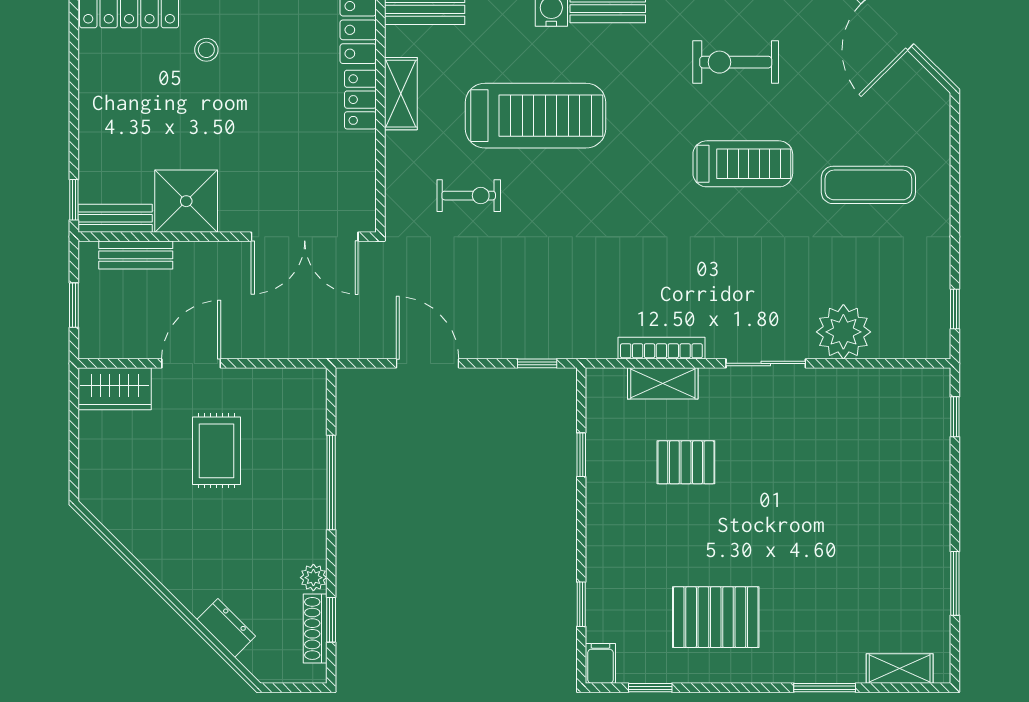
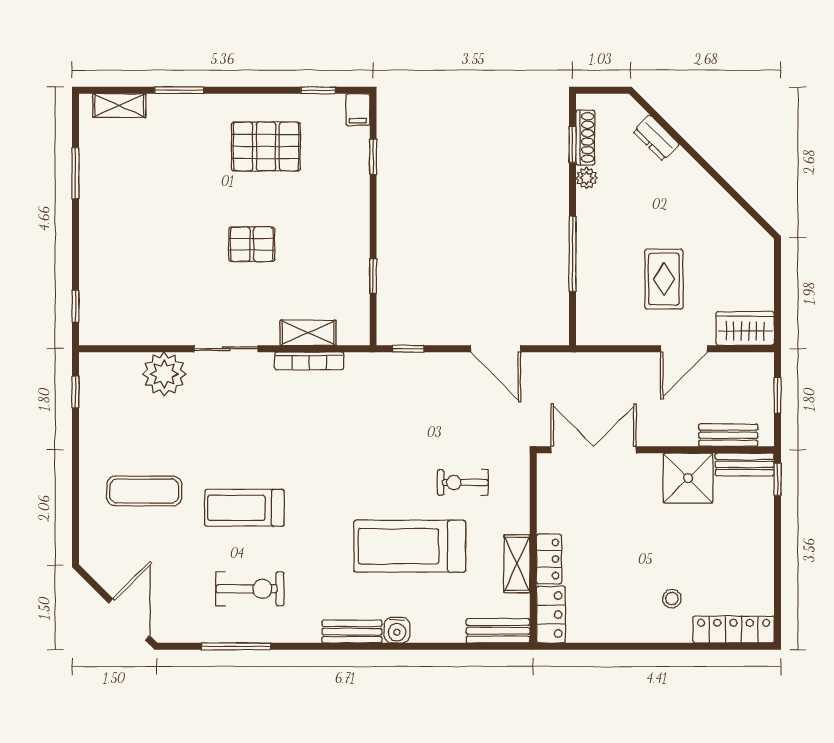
pallet: (686, 462) -> (252, 244), moved

